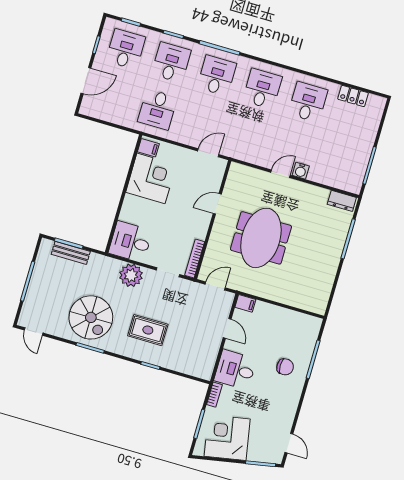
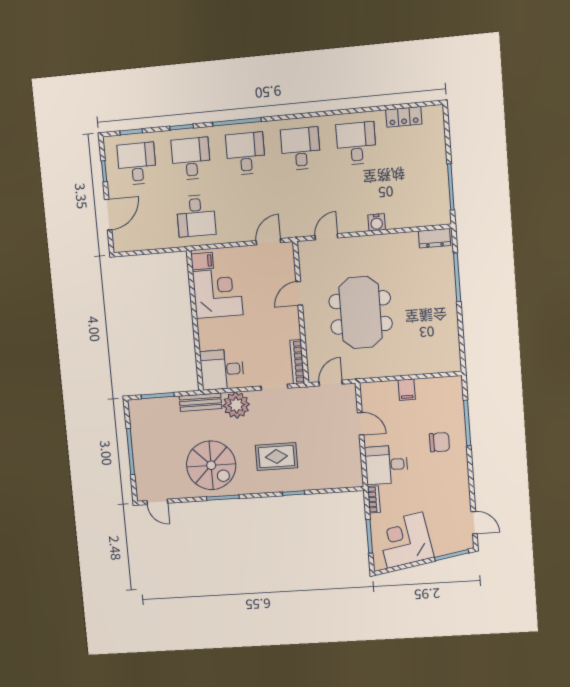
door: (281, 174) -> (326, 237), moved
bench: (71, 253) -> (200, 402), moved
filing cabinet: (245, 303) -> (407, 390), moved, turned 90

